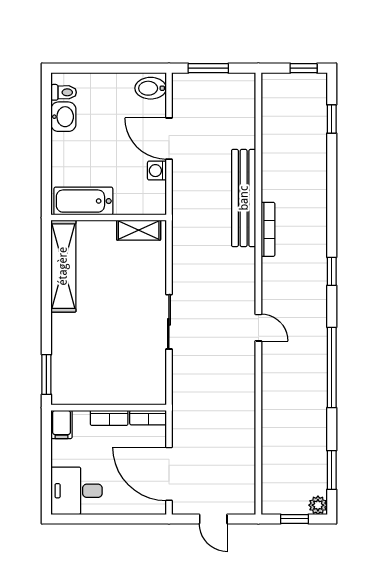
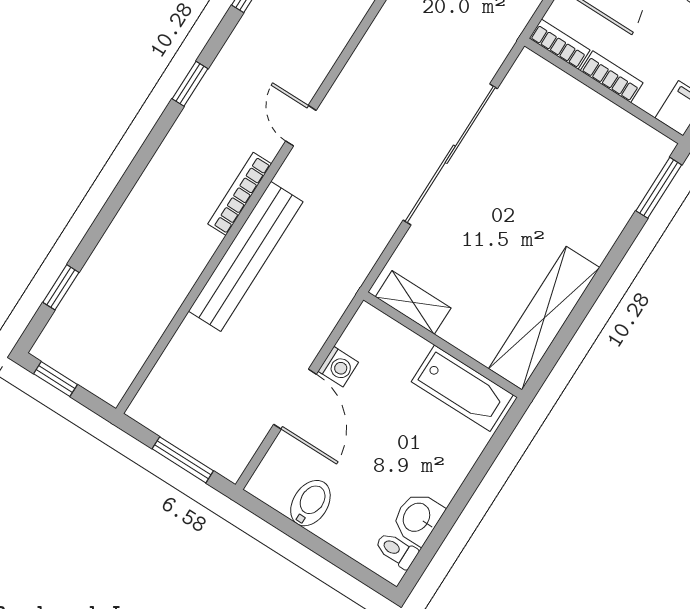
bidet: (151, 88) -> (310, 503), moved, turned -90
sliding door: (169, 322) -> (450, 154), width x1.86
door: (258, 328) -> (301, 126), moved

